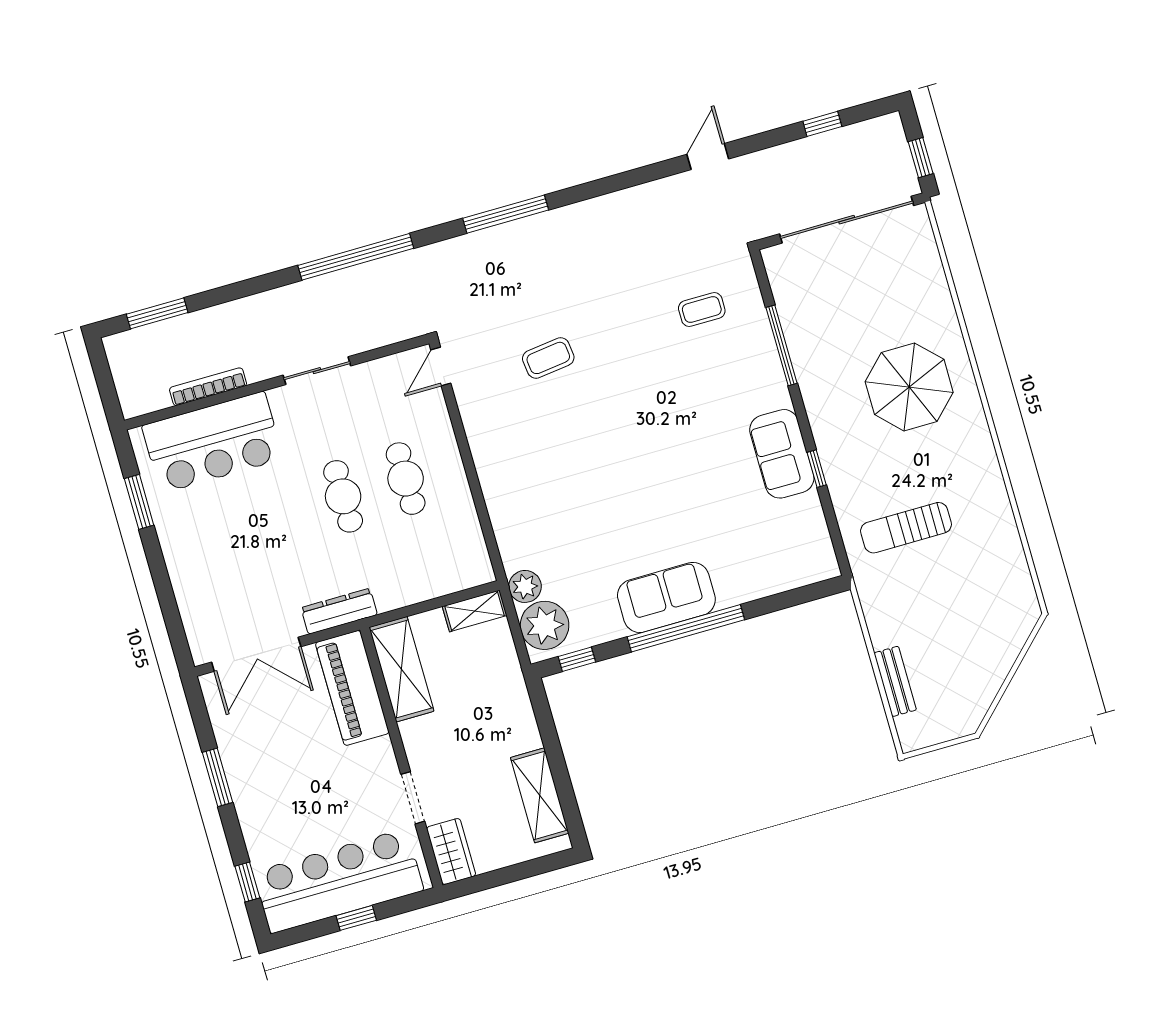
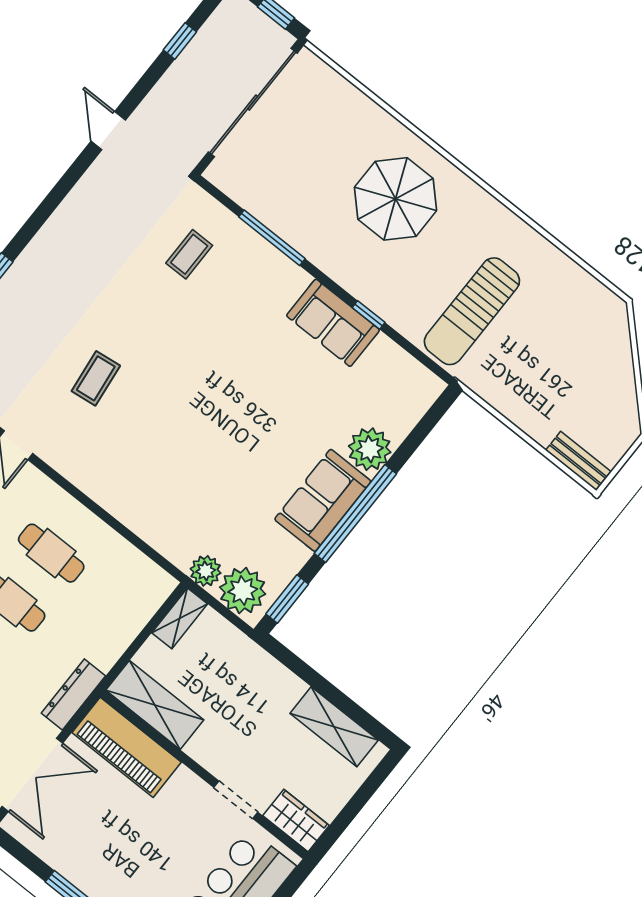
sun lounger: (906, 528) -> (472, 311), width x1.36, depth x1.34
plant: (737, 583) -> (370, 449), added
window: (577, 659) -> (287, 599), width x1.50
bench: (895, 681) -> (578, 461), moved

